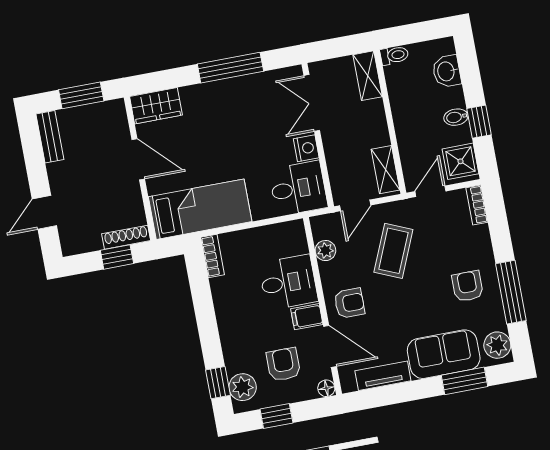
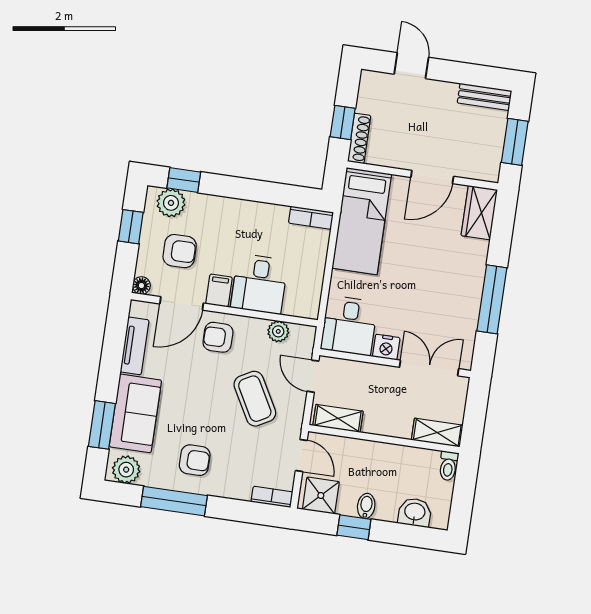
coffee table: (393, 251) -> (255, 399), turned 38
armchair: (349, 303) -> (218, 337), turned 90

